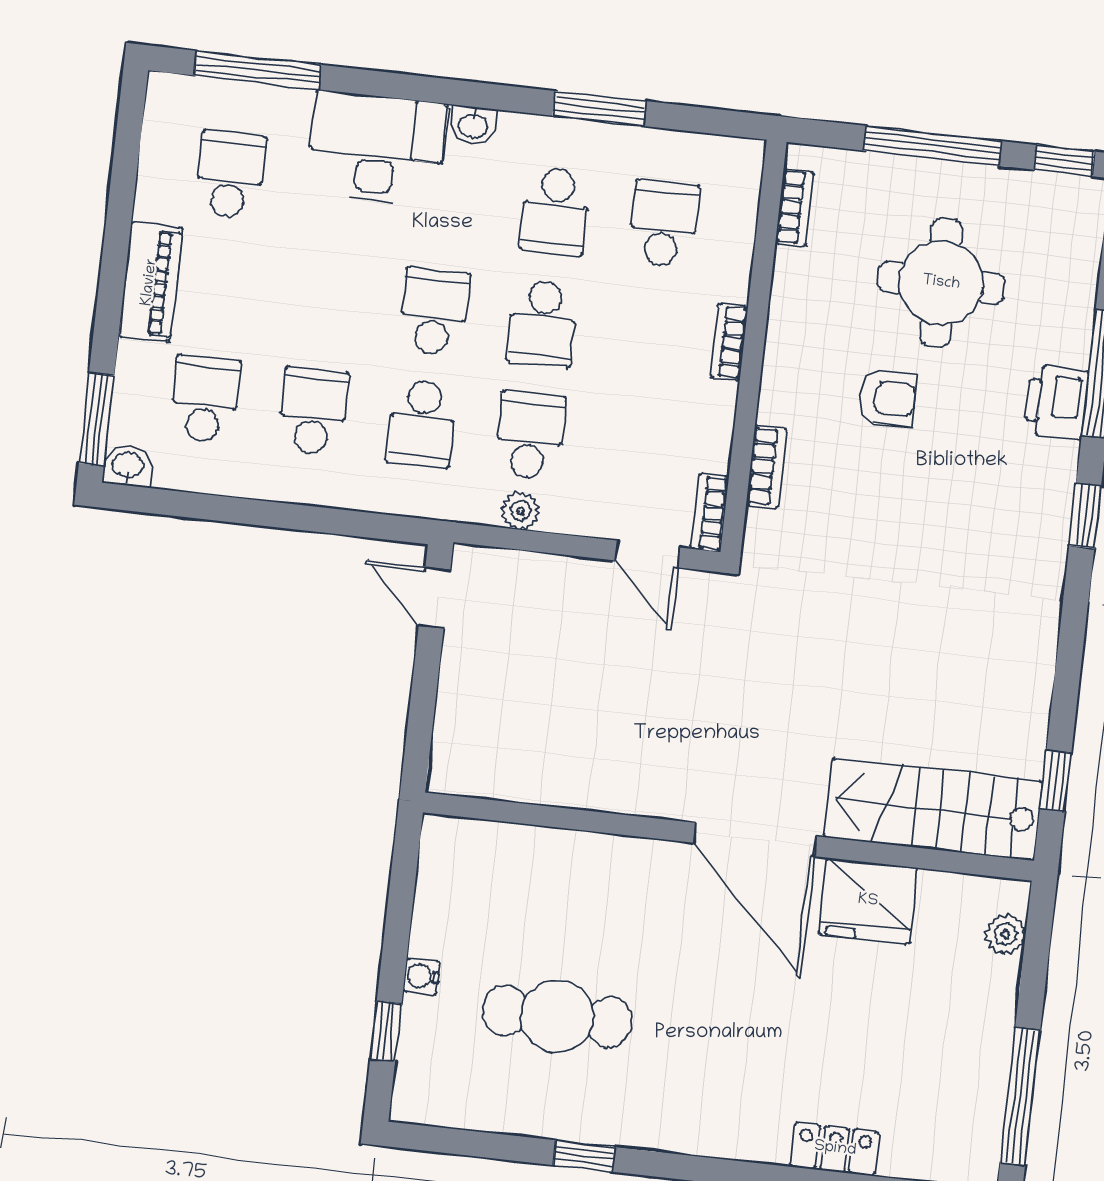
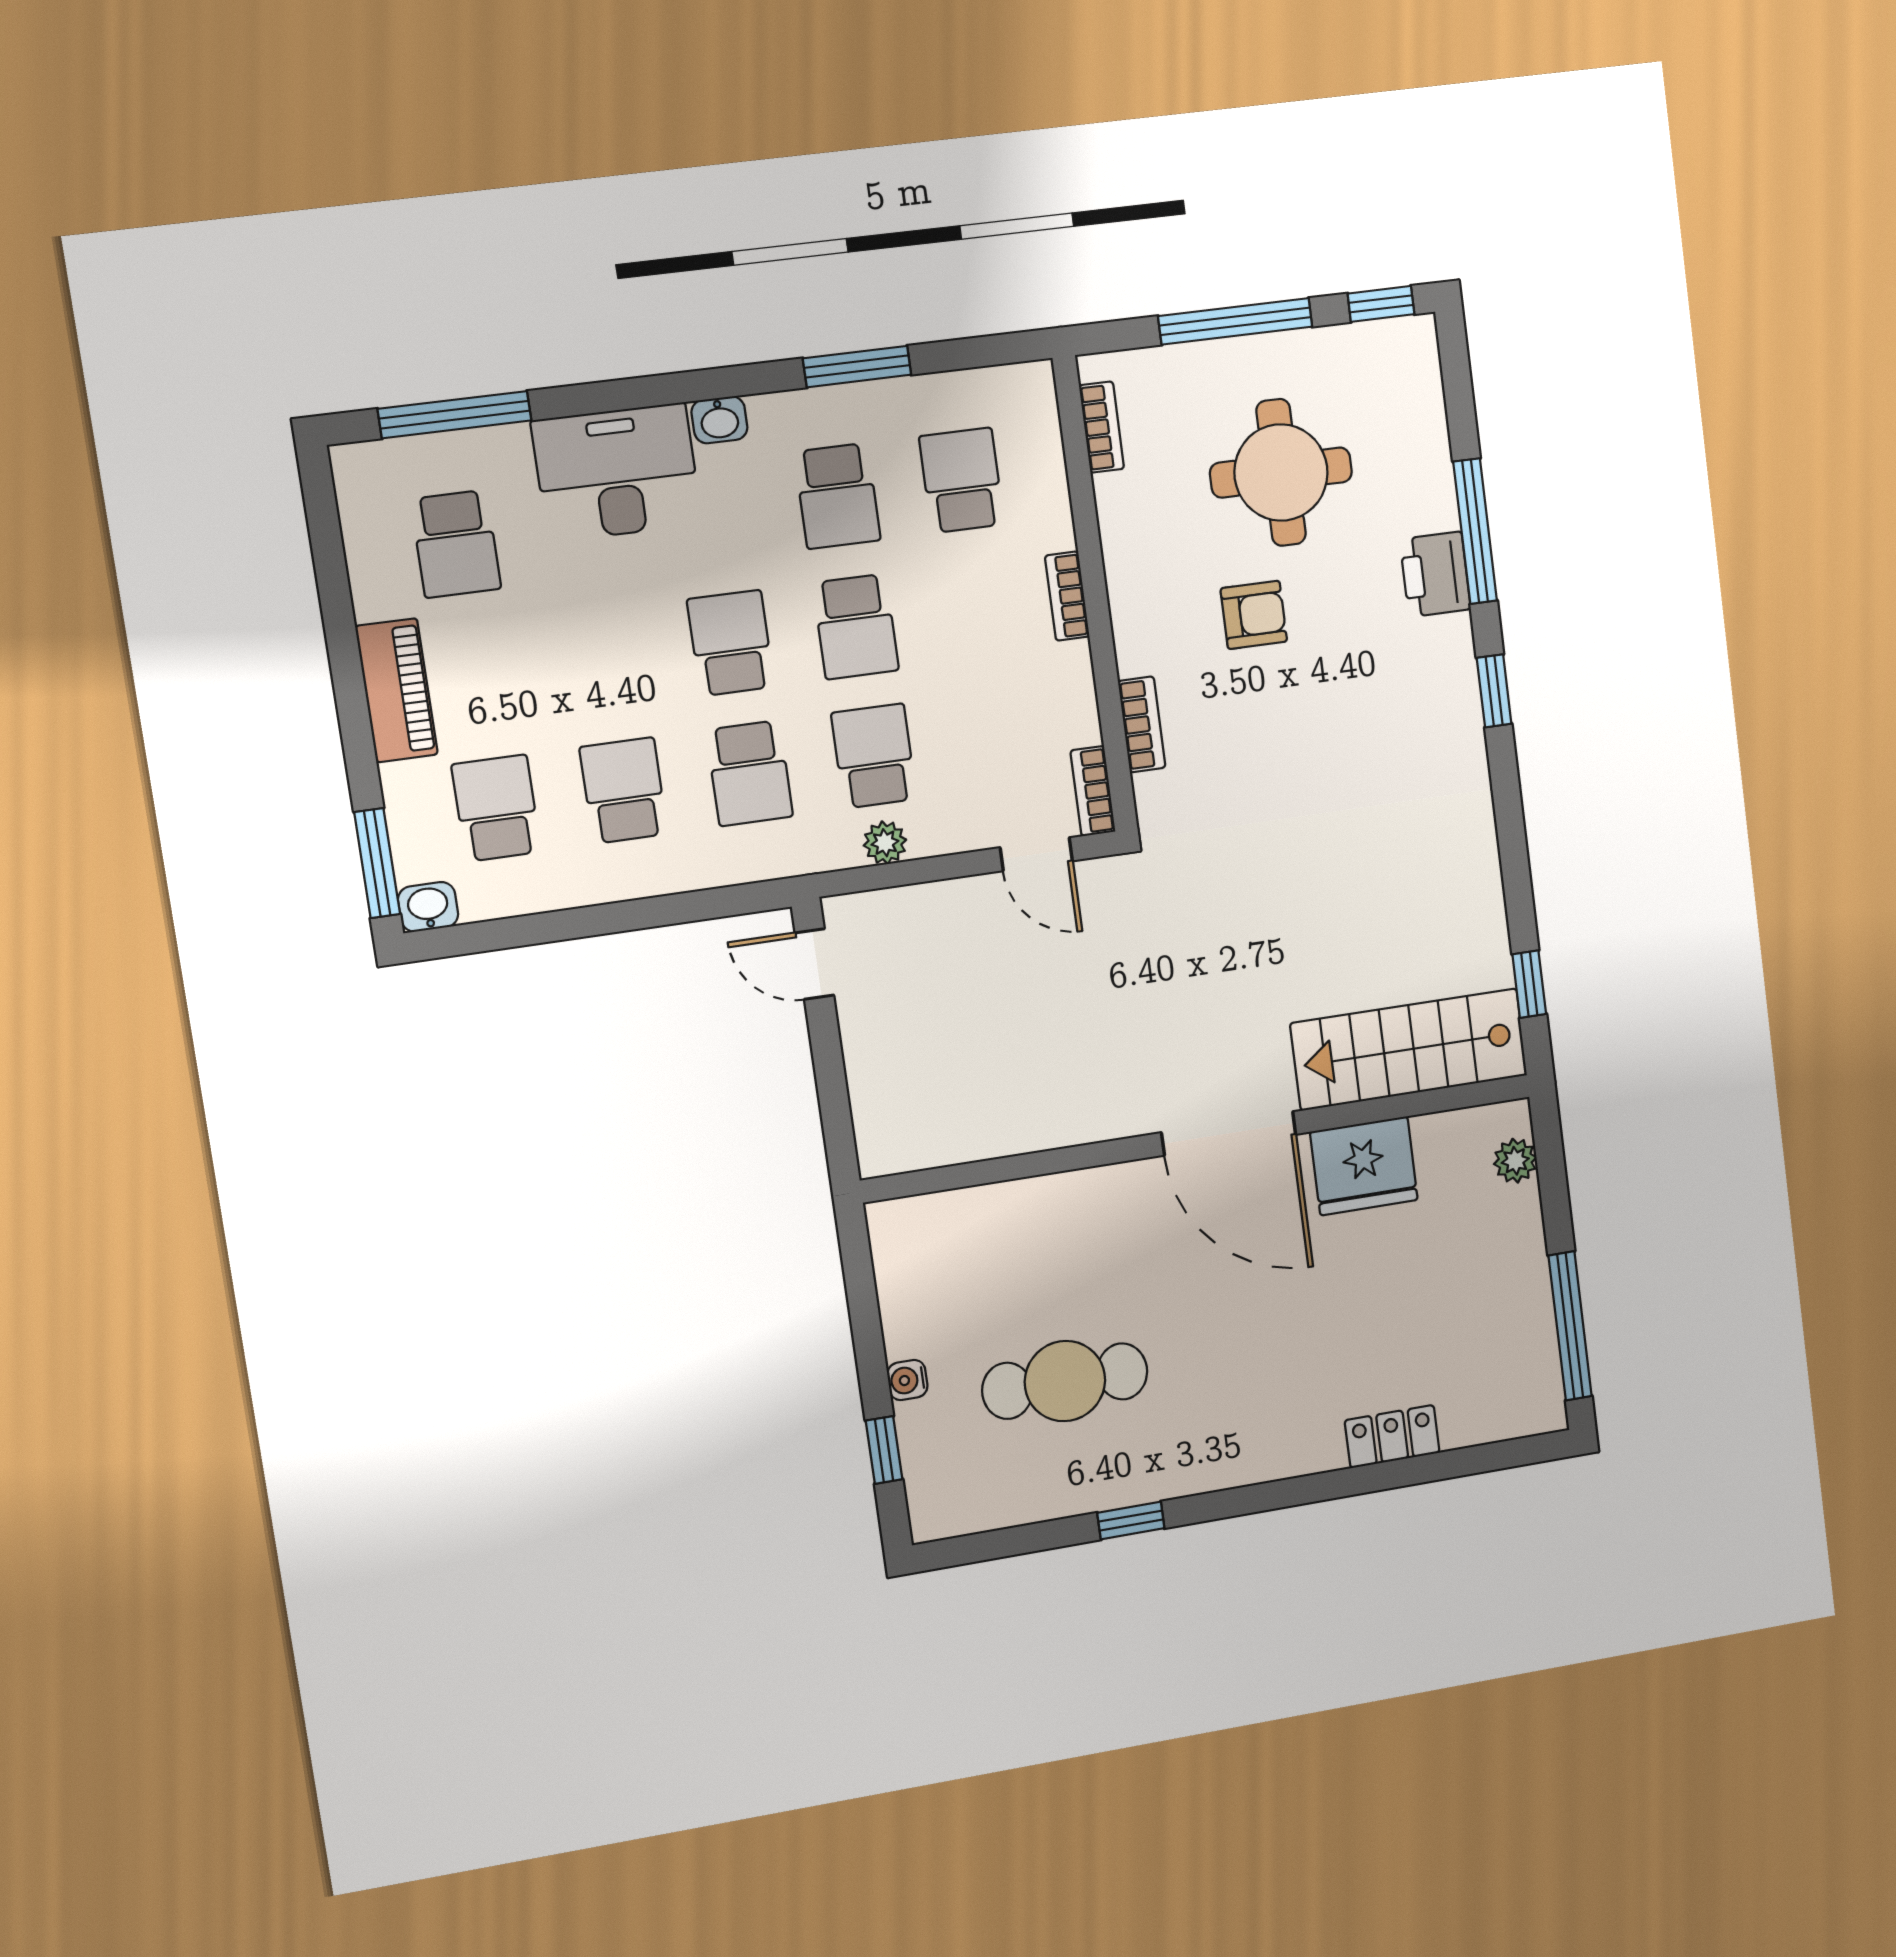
school desk: (230, 175) -> (456, 544), turned 180

